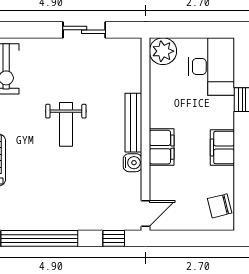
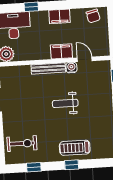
weight bench: (66, 124) -> (65, 103), moved, turned 180
door: (145, 214) -> (85, 59), moved

